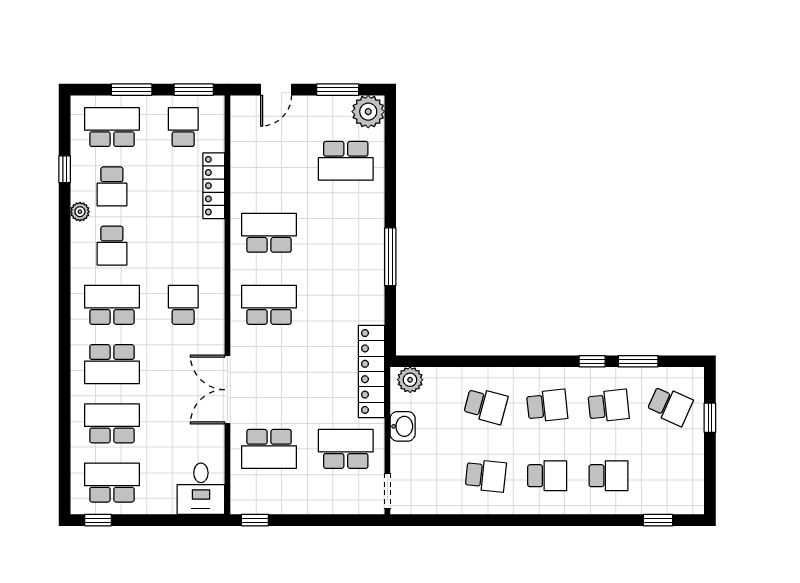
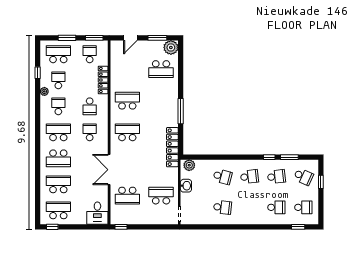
school desk: (112, 186) -> (58, 80), turned 180
school desk: (112, 246) -> (58, 106), turned 180
school desk: (183, 246) -> (90, 106), added
locker: (372, 371) -> (172, 147), moved
school desk: (547, 476) -> (303, 207), moved

